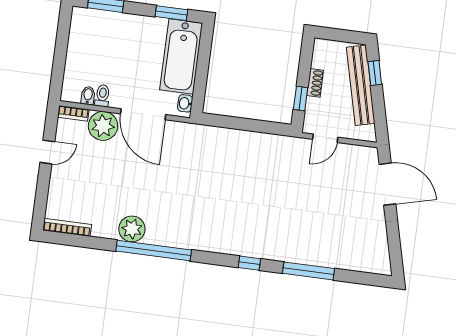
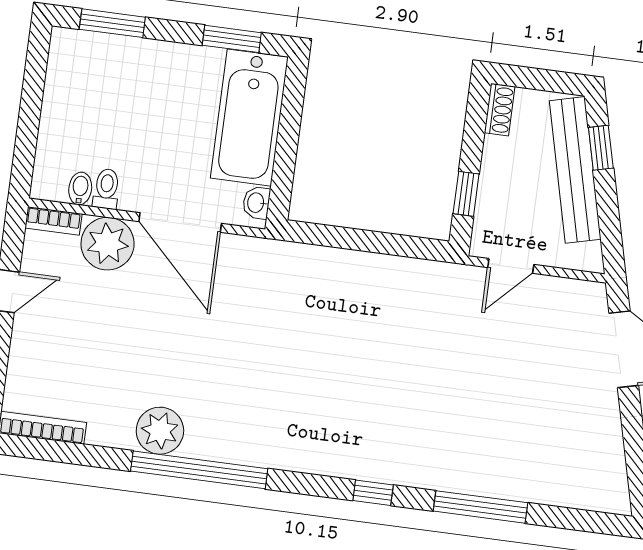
shoe rack: (315, 83) -> (500, 110), moved

